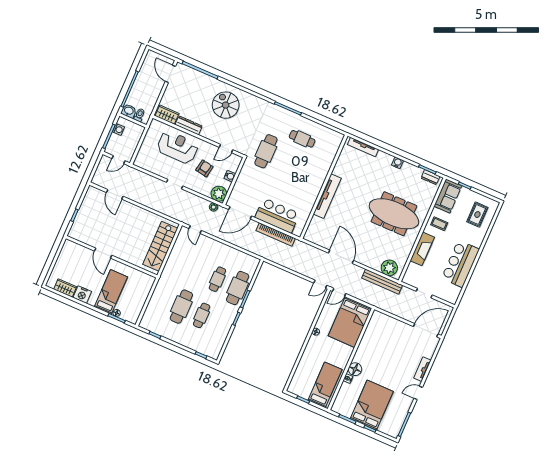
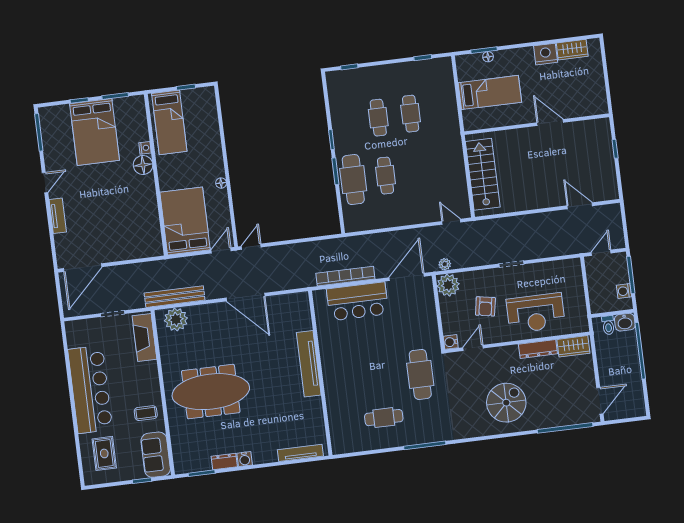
door: (170, 74) -> (600, 401), hinge flipped
spiral stairs: (226, 105) -> (506, 403), turned -90
water cooler: (230, 176) -> (451, 342), moved
dresser: (430, 177) -> (224, 462), moved
fireplace: (422, 249) -> (144, 337), moved
bar counter: (460, 264) -> (90, 389), width x1.36
bed: (111, 292) -> (490, 92), moved, turned -90
cafe table: (181, 307) -> (411, 114), width x0.73, depth x0.74

